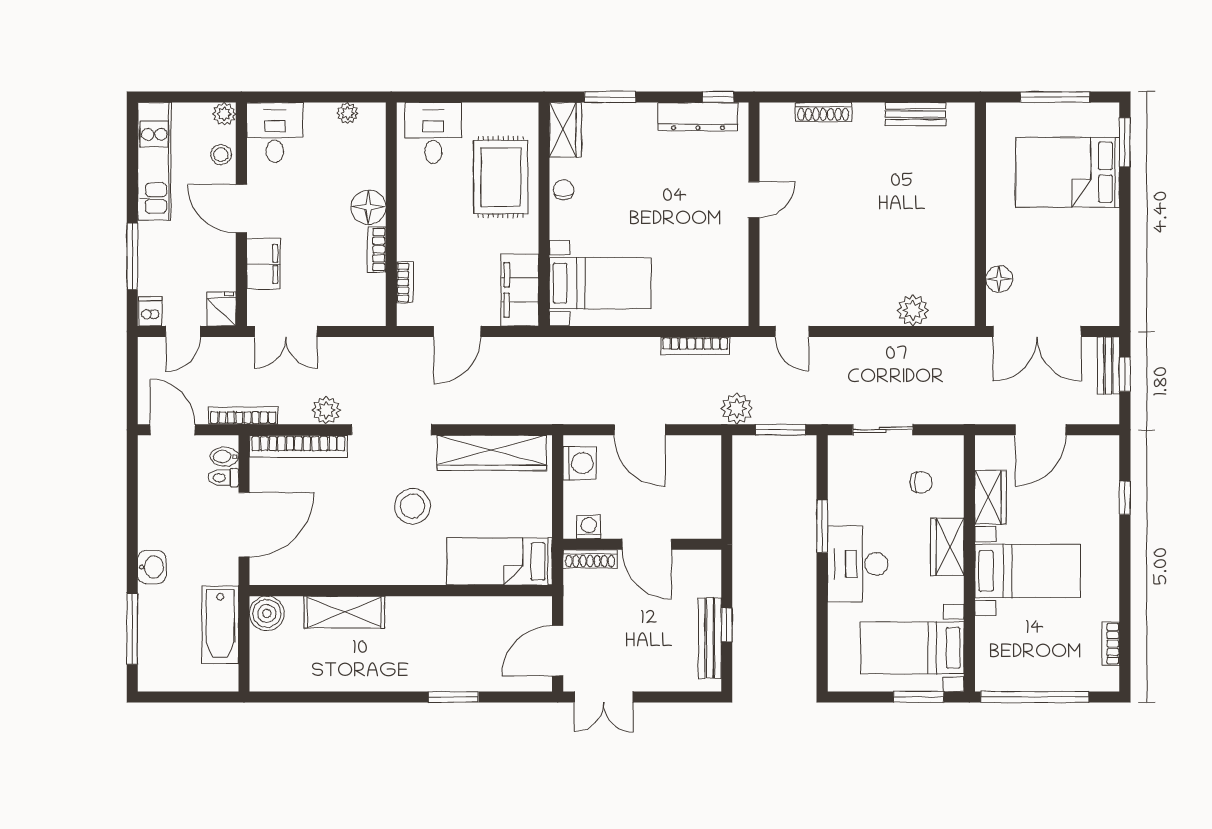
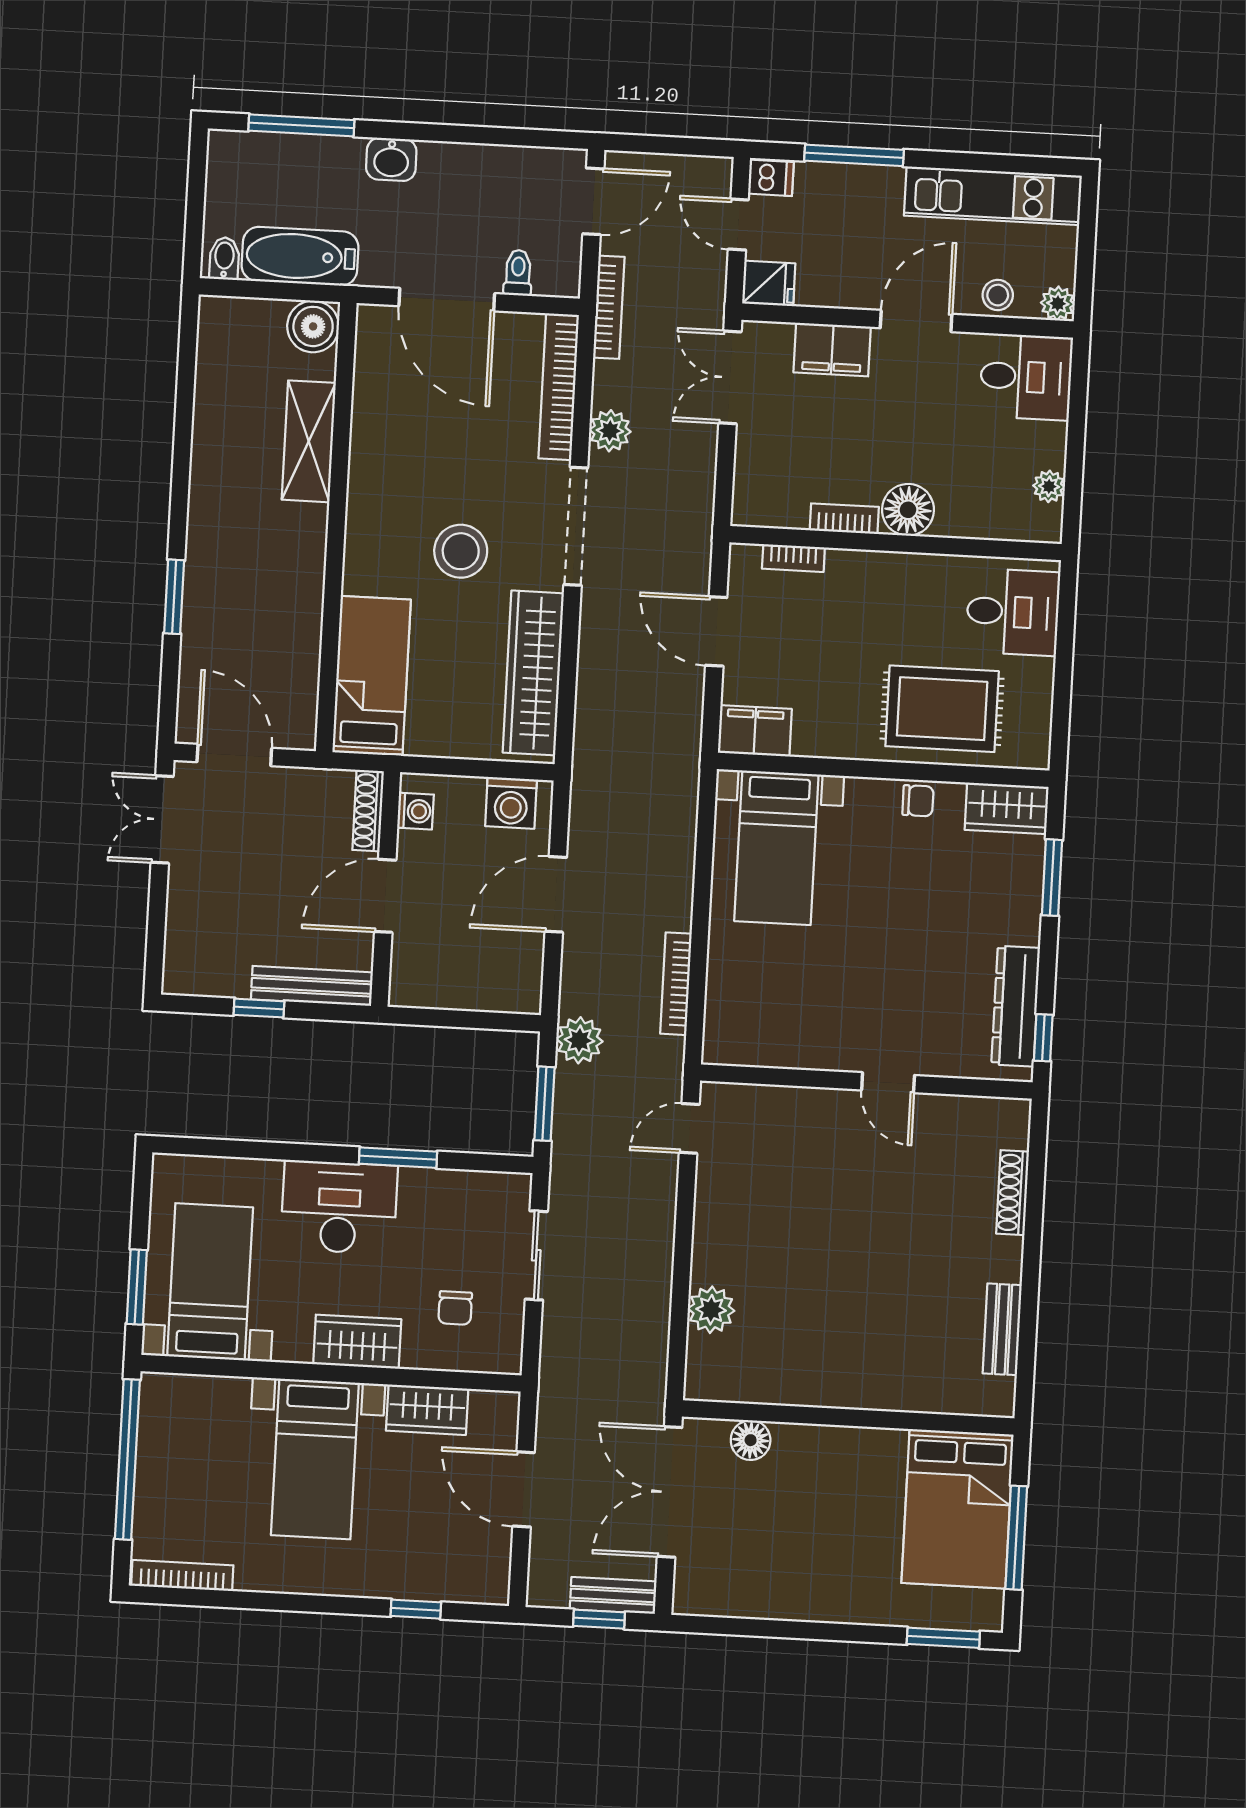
bed: (1068, 172) -> (958, 1509), moved, turned 180
filing cabinet: (520, 290) -> (755, 731), width x0.67, depth x0.86
bidet: (224, 457) -> (224, 258), moved
bench: (710, 638) -> (312, 986), moved
bookcase: (1111, 644) -> (182, 1575), width x1.56

